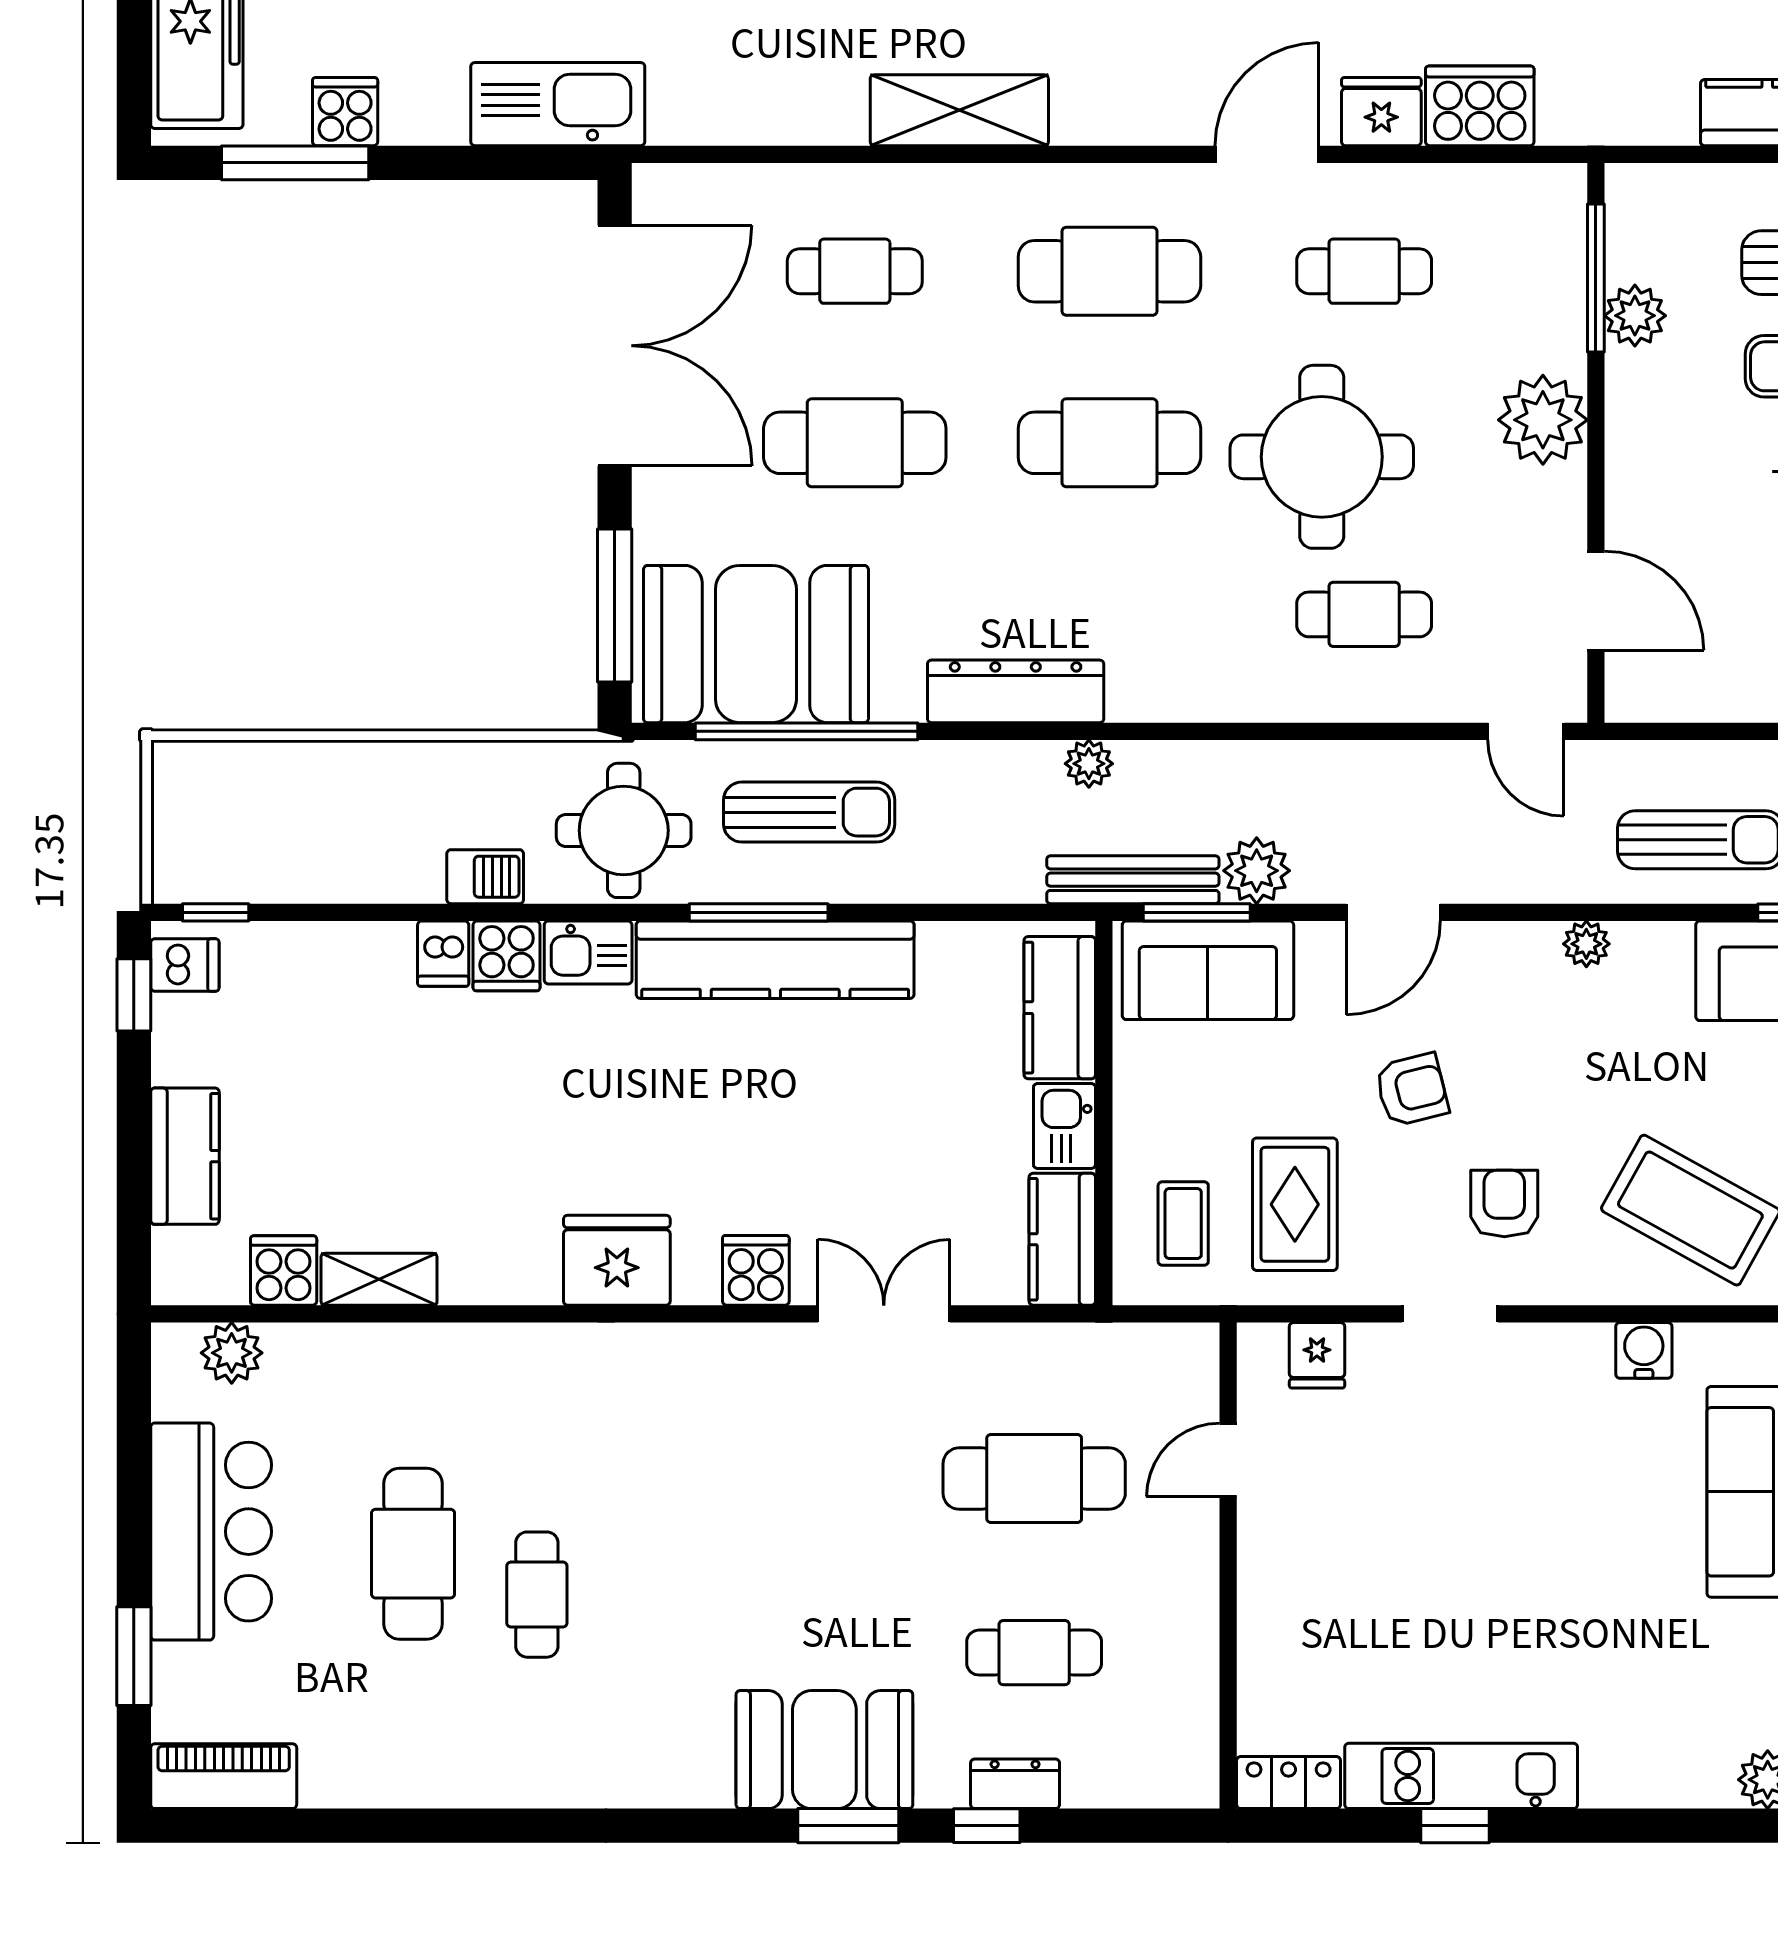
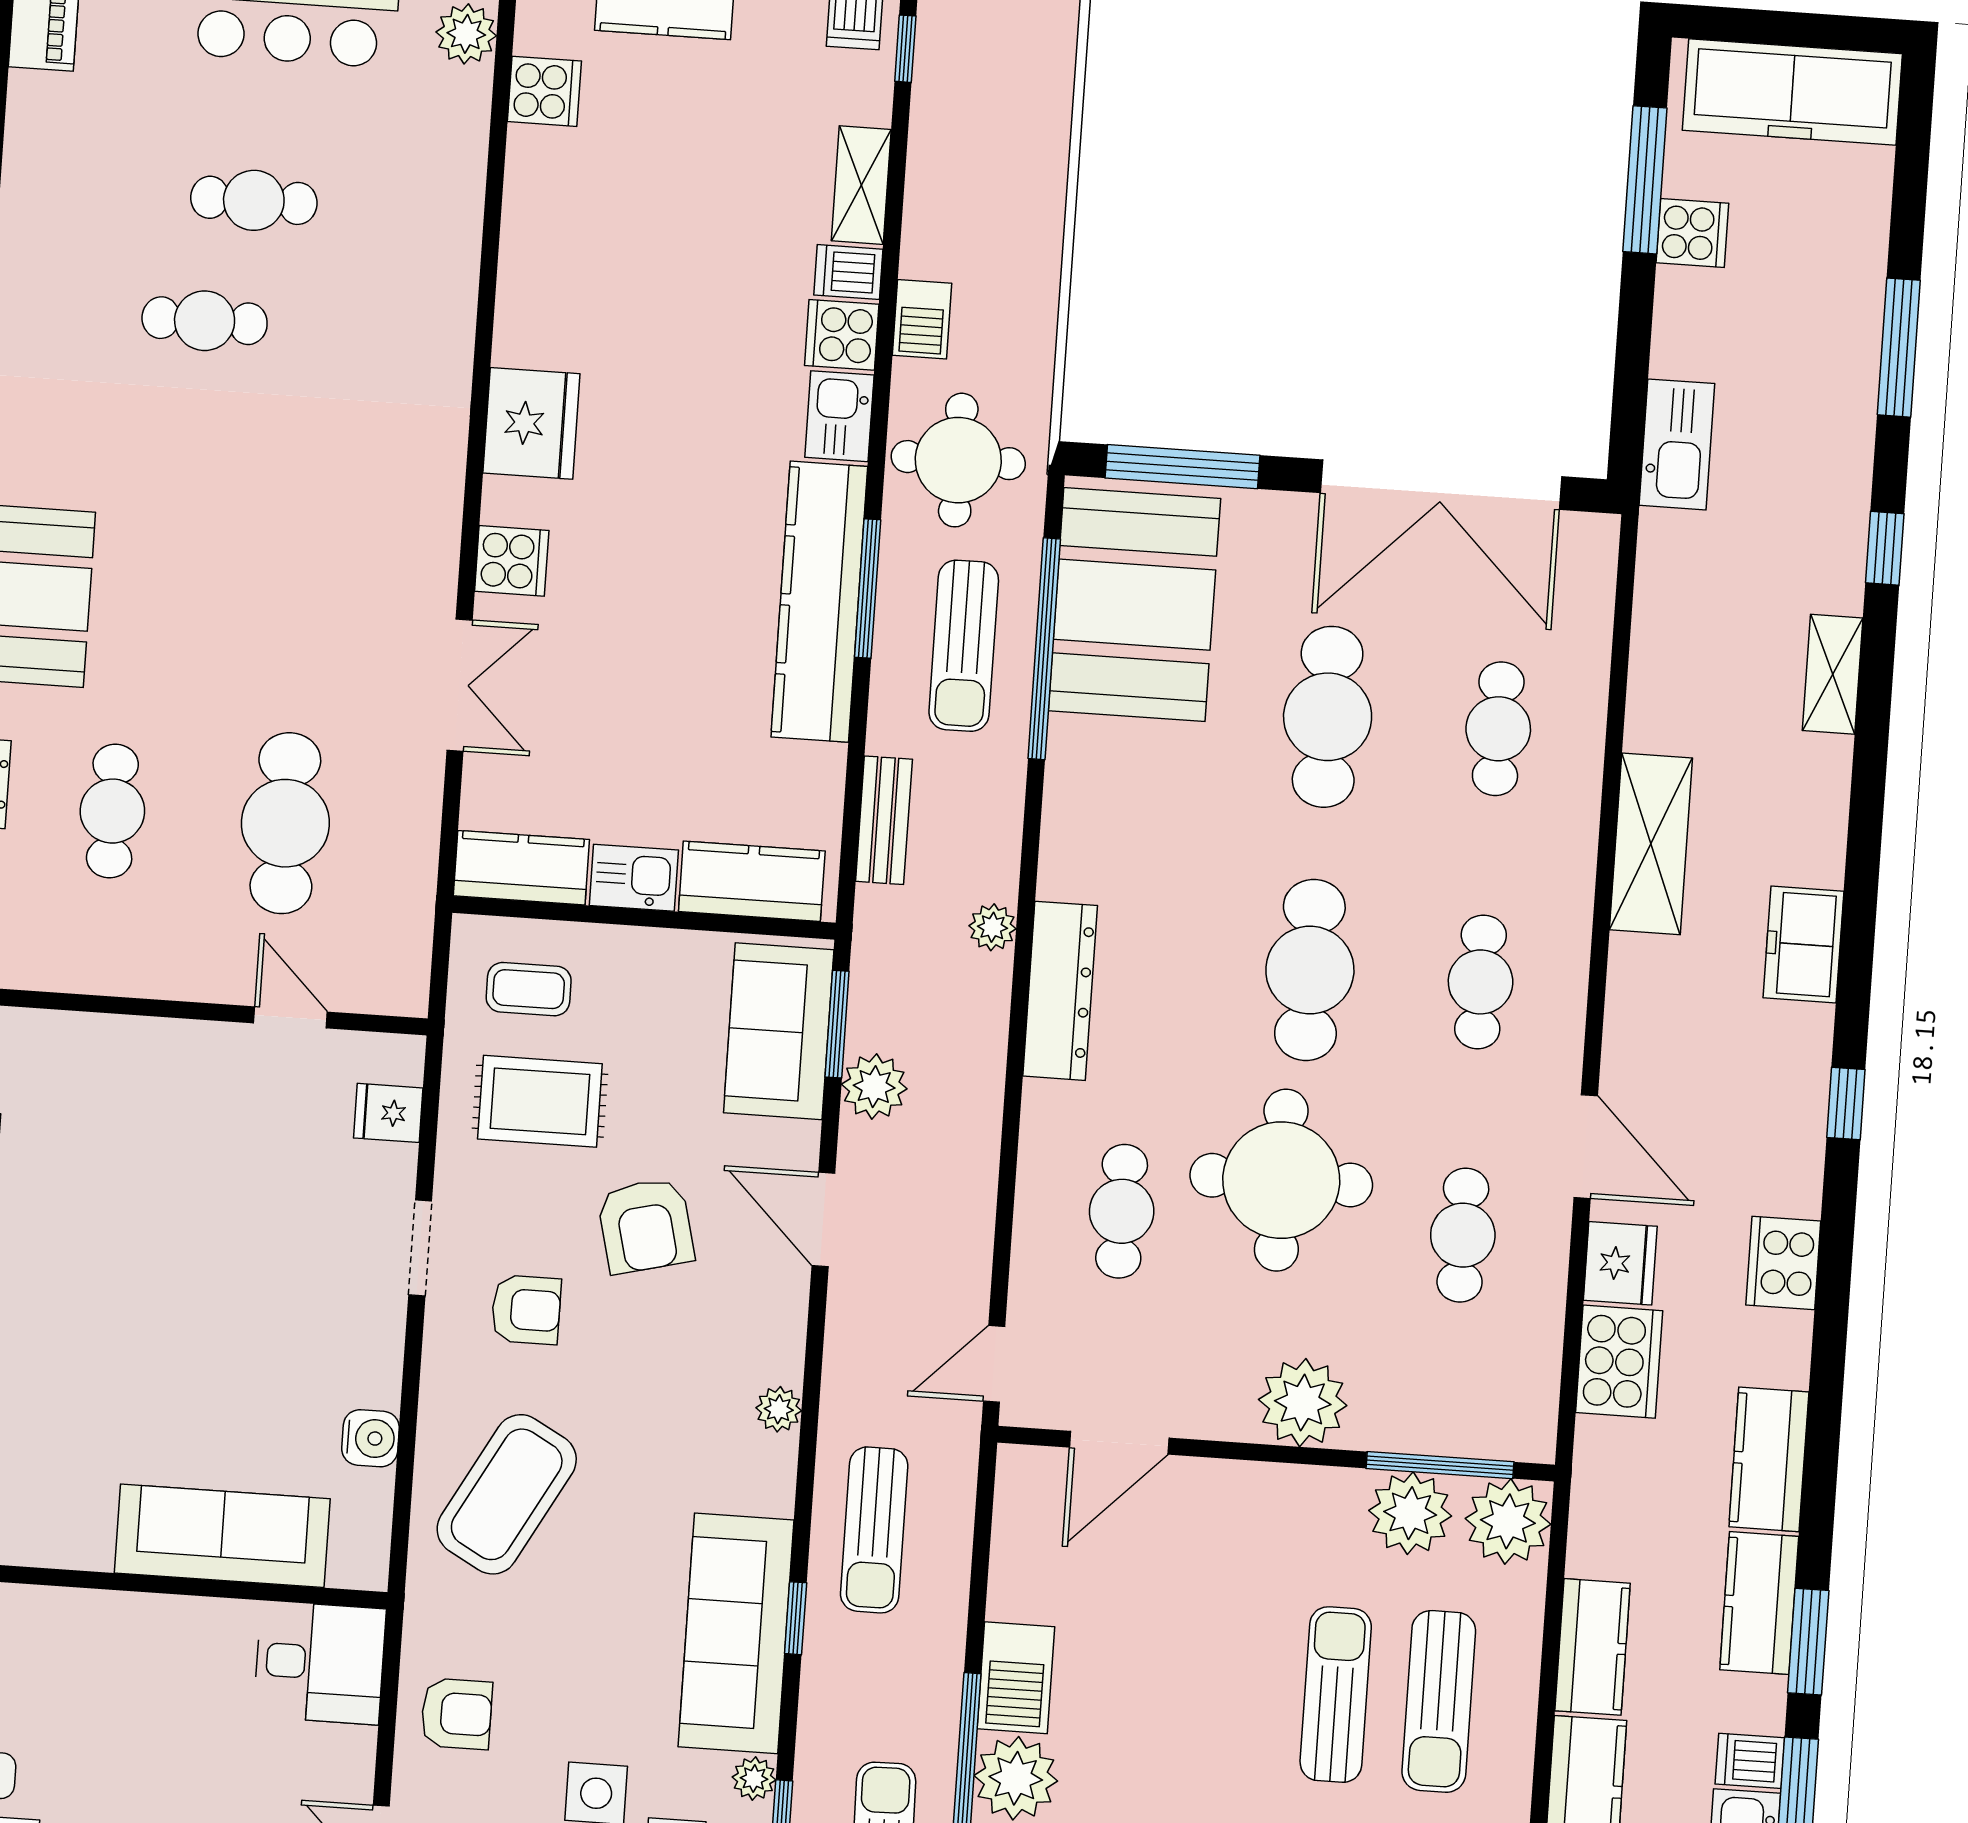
kitchen sink: (558, 104) -> (1677, 444), width x0.73, depth x0.81
plant: (1648, 206) -> (1508, 1521), added
cafe table: (1109, 271) -> (1481, 982), width x0.73, depth x0.74
plant: (1635, 316) -> (1410, 1513), width x1.36, depth x1.36
dresser: (1016, 691) -> (1060, 991), moved
bench: (1133, 880) -> (884, 820), moved, width x0.73
armchair: (1412, 1090) -> (646, 1226), width x1.38, depth x1.38
shelving: (379, 1279) -> (861, 185), moved
cafe table: (413, 1554) -> (254, 200), width x0.73, depth x0.74

